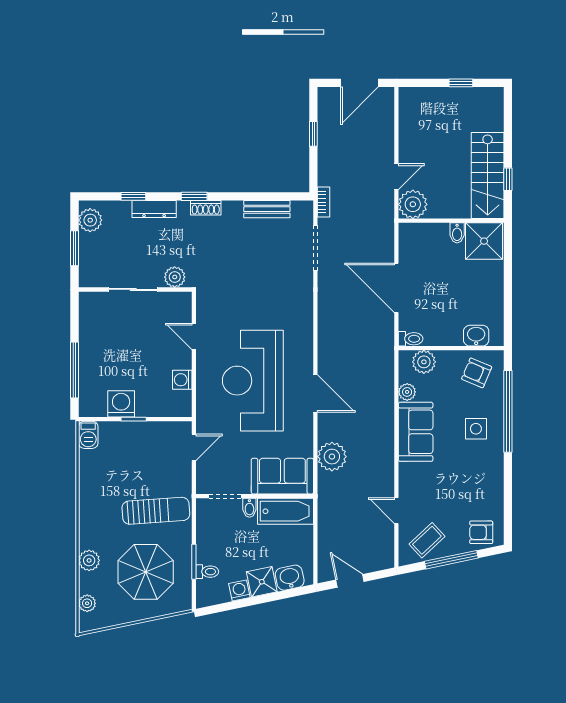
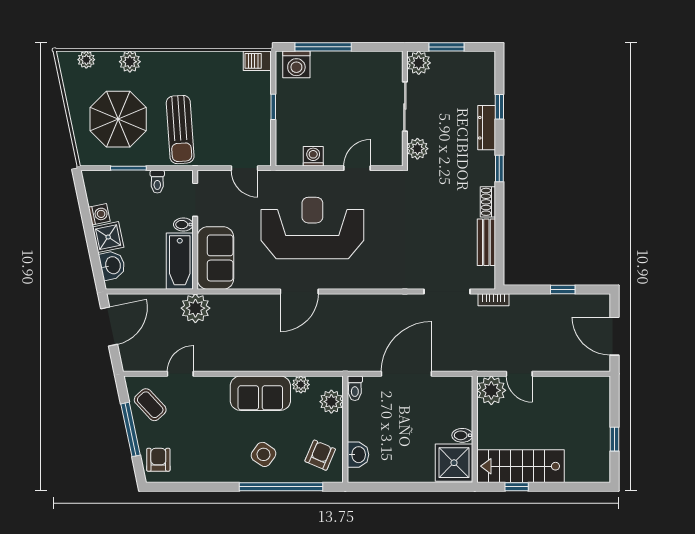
shoe rack: (206, 208) -> (488, 202), moved
plant: (90, 220) -> (419, 63), moved
washing machine: (121, 404) -> (296, 64), moved, turned 90
side table: (476, 429) -> (263, 454), turned 35
plant: (332, 457) -> (195, 308), moved
toilet: (207, 572) -> (157, 182), moved
door: (350, 581) -> (109, 327), width x1.38

